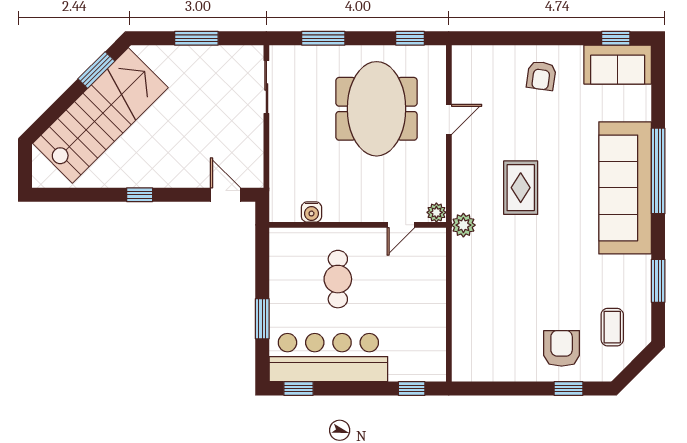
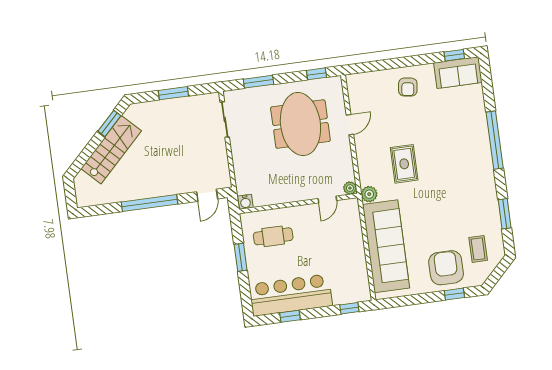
stairs: (100, 115) -> (111, 150), width x0.73, depth x0.66
sofa: (625, 188) -> (386, 246), moved, turned 180
window: (140, 195) -> (150, 203), width x3.17
door: (226, 195) -> (207, 195), swing flipped
water cooler: (311, 212) -> (245, 202), moved
cafe table: (338, 279) -> (273, 236), moved, turned 90
window: (262, 319) -> (241, 257), moved
armchair: (562, 348) -> (446, 268), width x1.36, depth x1.36
window: (298, 389) -> (290, 316), moved

